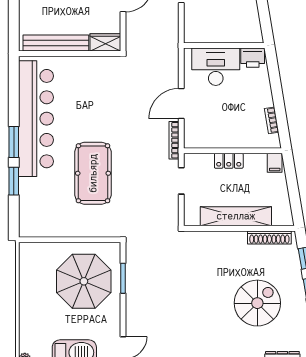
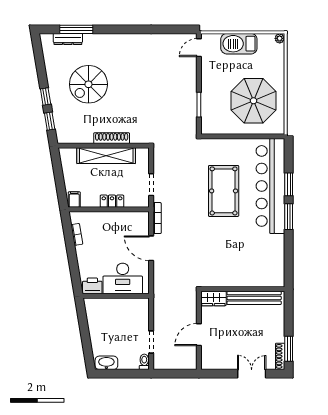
door: (181, 104) -> (151, 248), swing flipped
bar counter: (36, 119) -> (270, 186), moved
shoe rack: (269, 237) -> (112, 138), moved
parasol: (84, 281) -> (254, 101), moved

